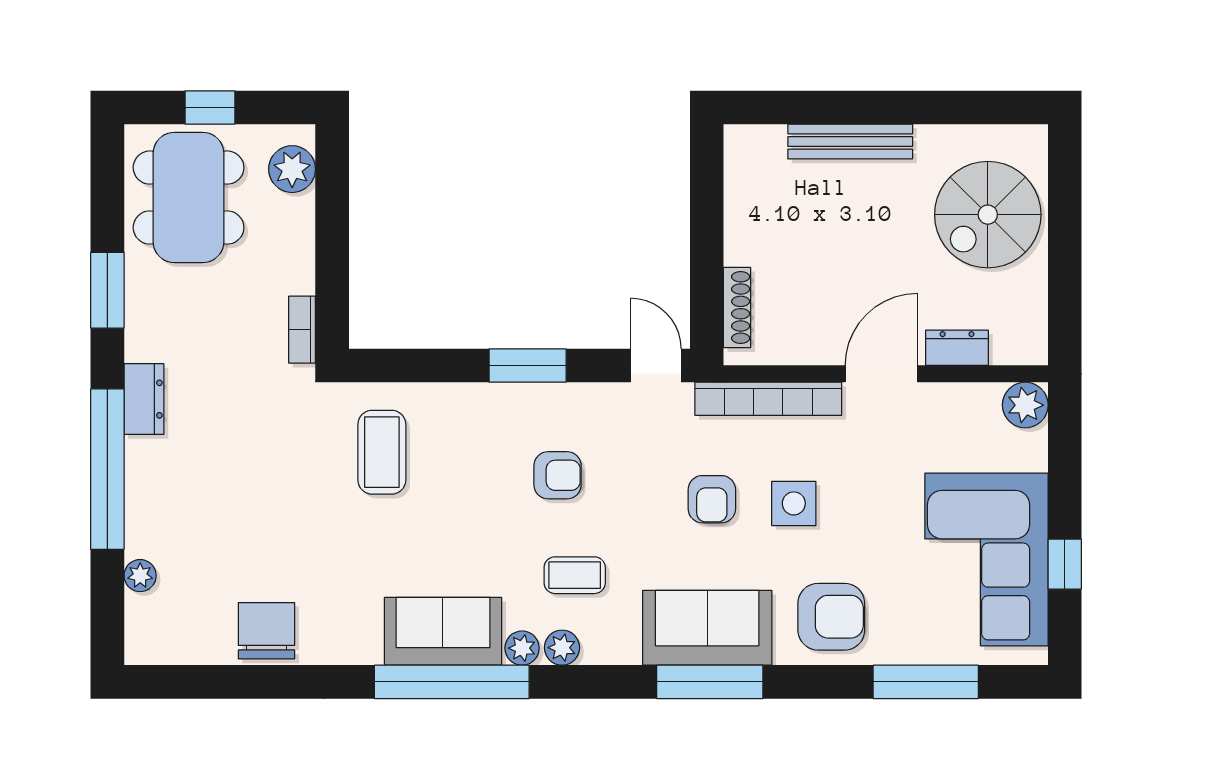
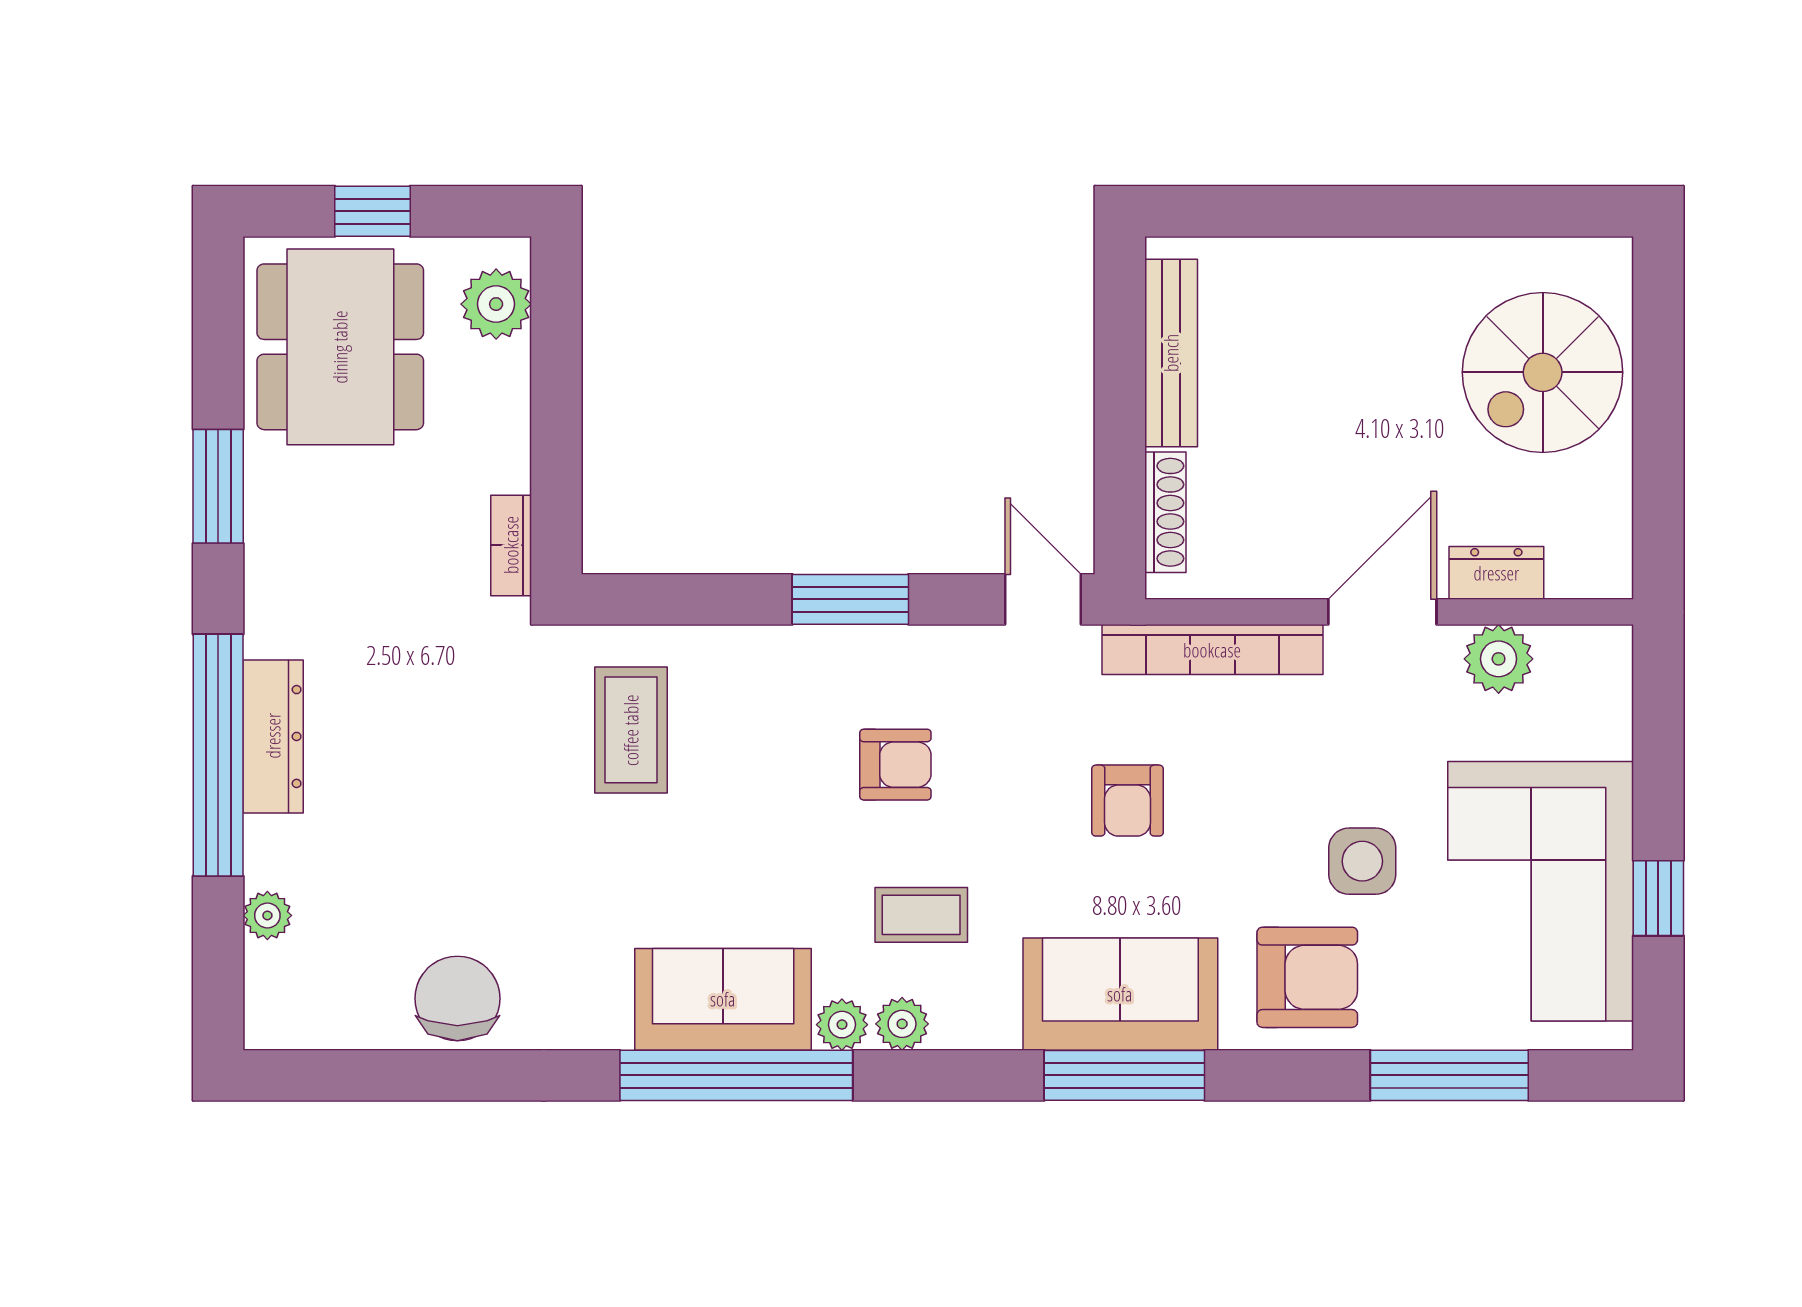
bench: (850, 142) -> (1171, 353), moved, turned 90
dresser: (144, 399) -> (273, 736), moved, width x1.44
plant: (1025, 405) -> (1499, 659), moved
side table: (794, 503) -> (1362, 861), moved

